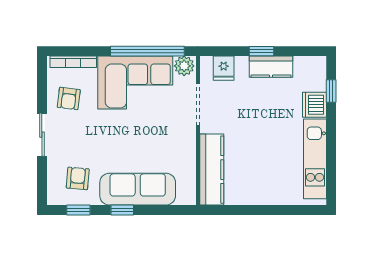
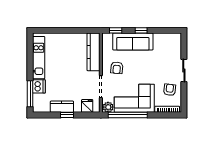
window: (331, 91) -> (30, 94), width x2.17
armchair: (78, 178) -> (117, 68), moved
window: (78, 210) -> (116, 30), moved

